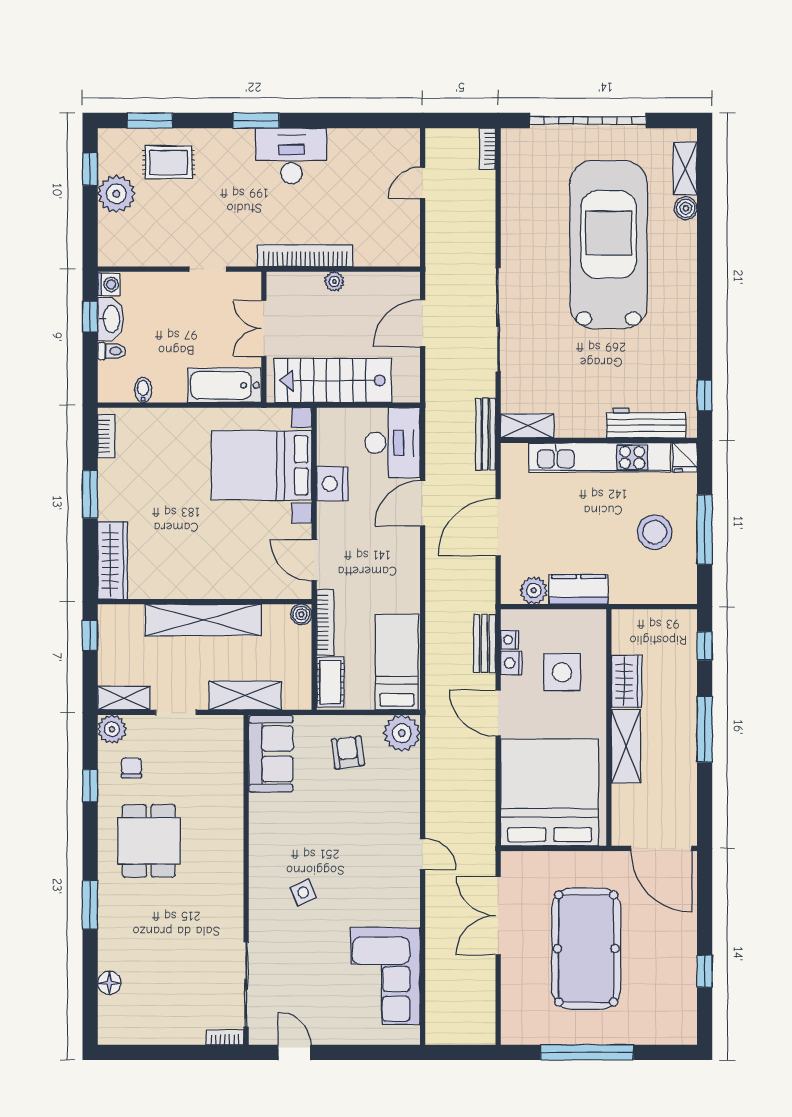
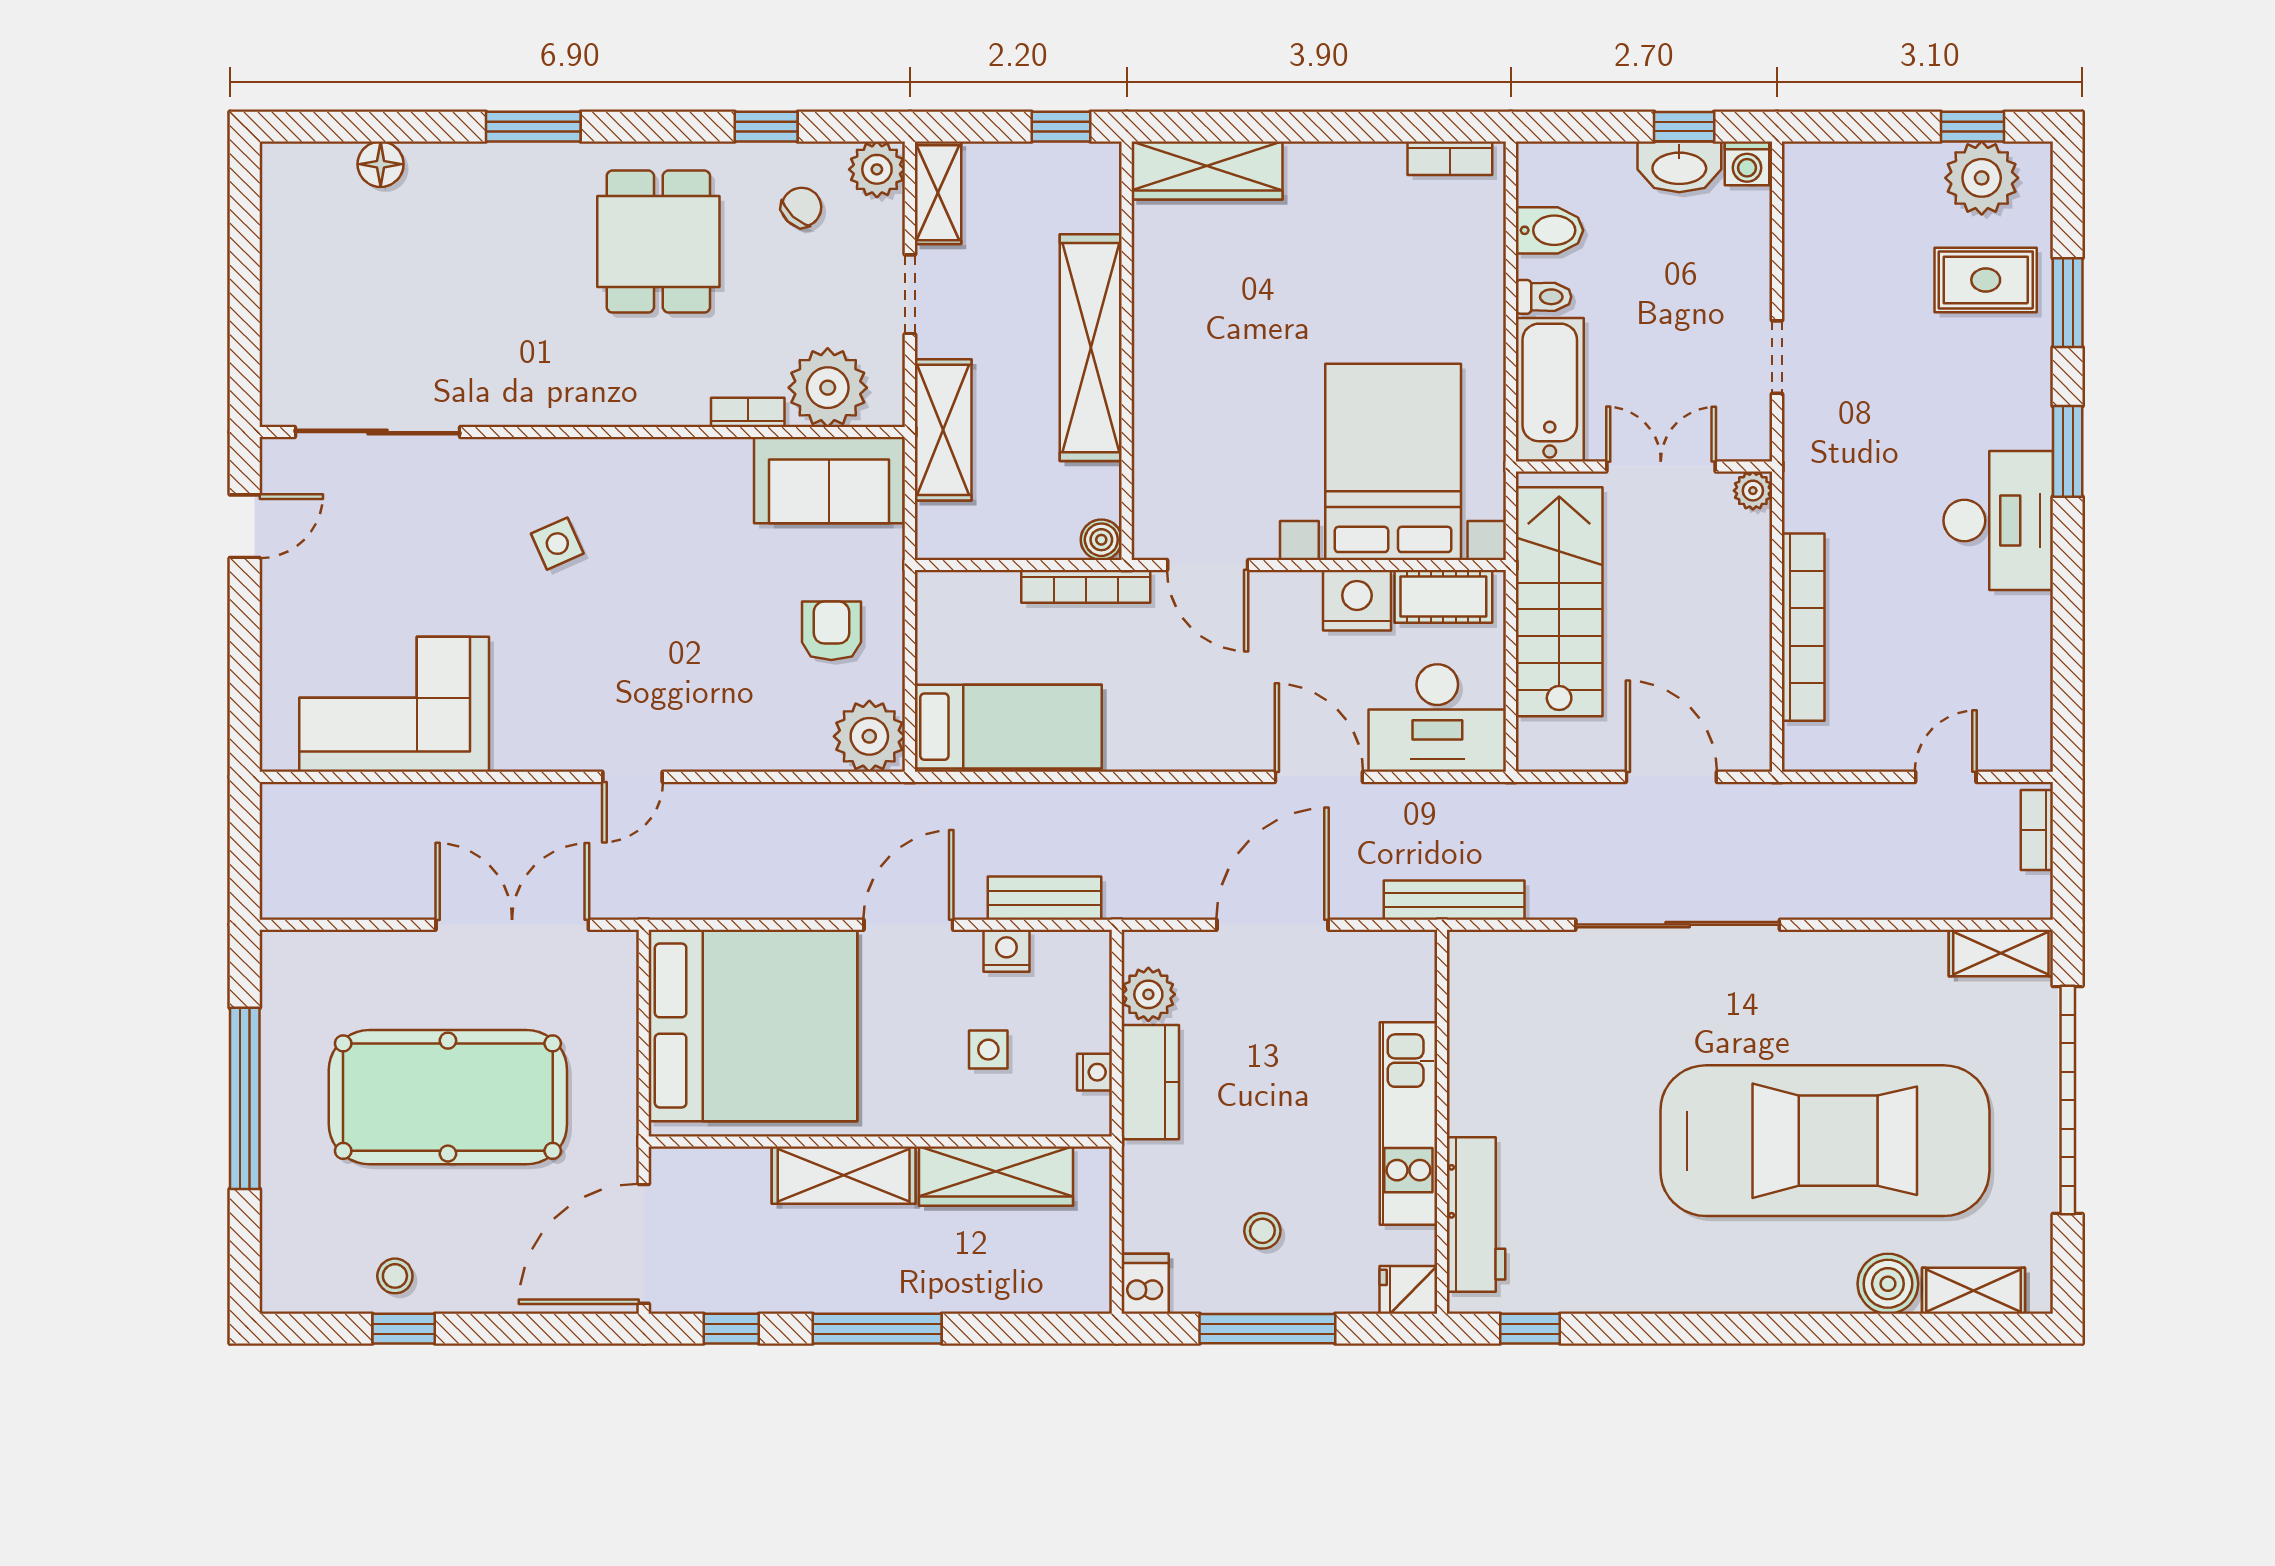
window: (150, 121) -> (2068, 303), moved
bookcase: (487, 149) -> (2037, 830), moved, turned -90
rug: (169, 162) -> (1986, 280), turned 90
door: (423, 183) -> (1946, 777), hinge flipped
plant: (116, 194) -> (1982, 178), moved
boiler: (686, 208) -> (1888, 1284), width x1.36, depth x1.36
bookcase: (305, 256) -> (1803, 627), moved
plant: (334, 281) -> (1753, 491), moved
toilet: (112, 351) -> (1544, 297), moved, turned -90
bidet: (143, 390) -> (1550, 230), width x1.38, depth x1.36
shelving: (527, 426) -> (2001, 953), moved, turned 90
kitchen unit: (600, 457) -> (1408, 1123), width x0.73
window: (90, 494) -> (1337, 127), removed
door: (498, 527) -> (1273, 925), hinge flipped
stool: (655, 532) -> (1262, 1231), width x0.53, depth x0.53
door: (314, 560) -> (1208, 565), swing flipped
dishwasher: (682, 592) -> (1145, 1284), added
nightstand: (509, 640) -> (1094, 1072), moved, turned 90
window: (705, 646) -> (731, 1329), moved
side table: (562, 672) -> (988, 1050), width x0.54, depth x0.54
wardrobe: (627, 681) -> (996, 1176), width x1.50
cot: (330, 682) -> (1443, 596), moved
armchair: (348, 752) -> (831, 631), turned -83
plant: (224, 754) -> (828, 388), added
chair: (131, 768) -> (801, 207), turned -47
dining table: (149, 841) -> (658, 242), turned 90
stool: (678, 976) -> (395, 1276), added
bookcase: (225, 1037) -> (748, 412), moved, turned -90

